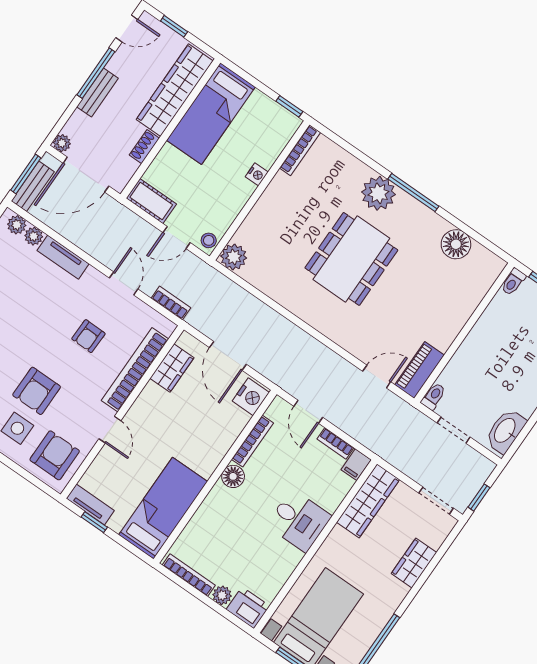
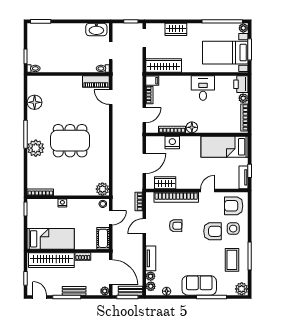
door: (177, 238) -> (111, 218), hinge flipped
nightstand: (251, 397) -> (172, 143), moved
desk: (299, 521) -> (203, 88), moved

